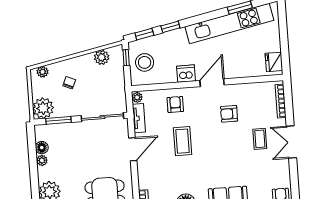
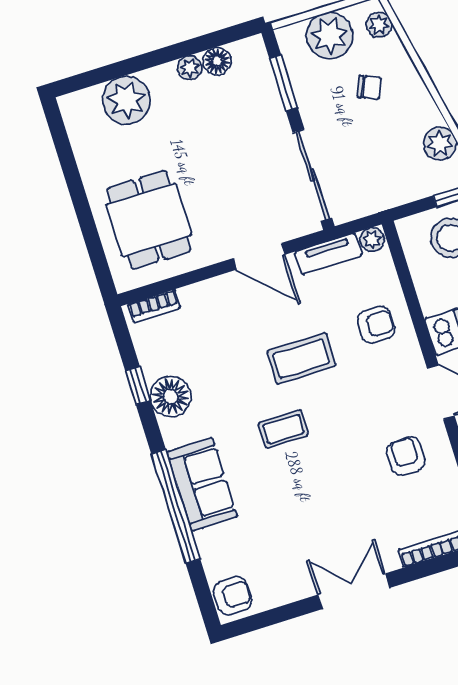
plant: (43, 108) -> (330, 36), moved
armchair: (229, 114) -> (406, 456), moved
coffee table: (260, 139) -> (283, 429), moved

